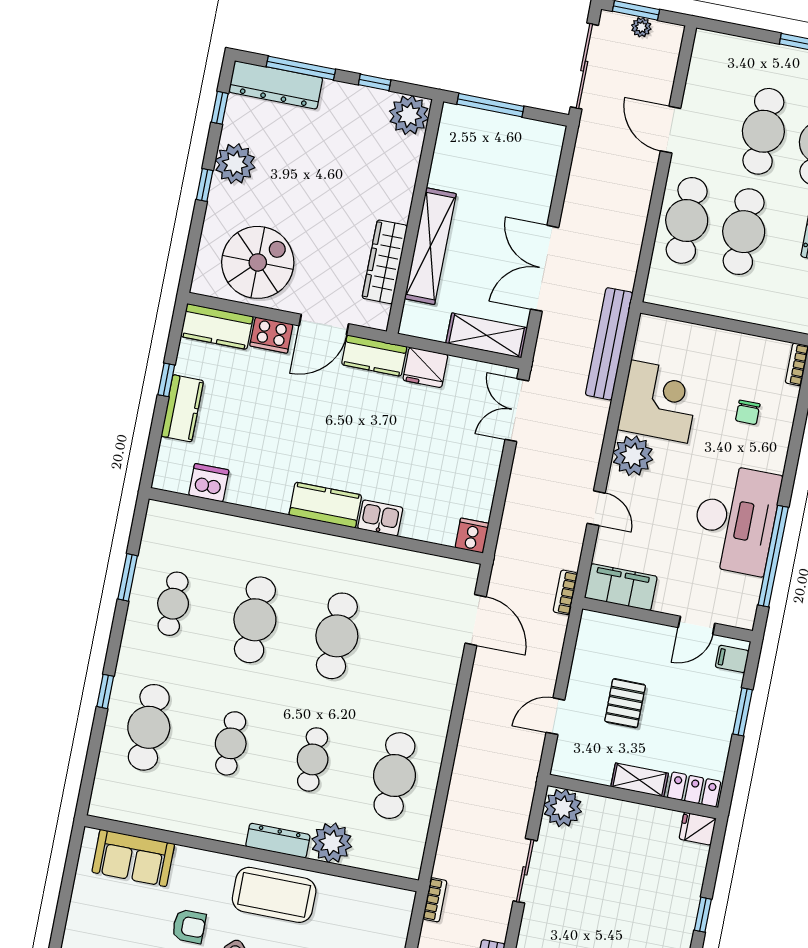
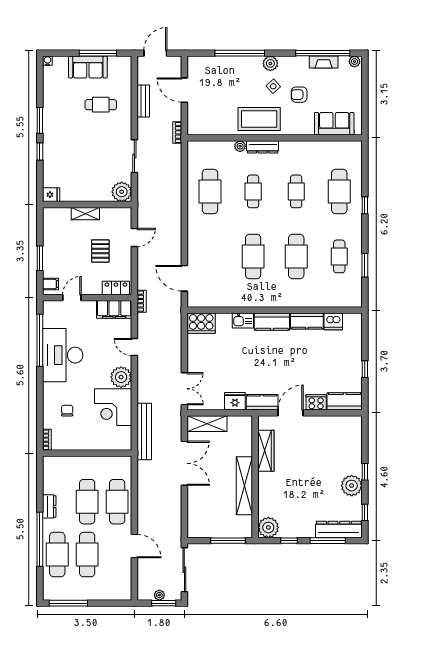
shelving: (430, 246) -> (244, 486), moved
spiral stairs: (258, 262) -> (330, 438), removed
kitchen counter: (182, 408) -> (307, 321), moved, turned -90
cooker: (472, 536) -> (201, 323), width x1.87, depth x1.31
locker: (694, 790) -> (116, 288), moved, turned 180
plant: (332, 843) -> (240, 146), width x0.53, depth x0.53

